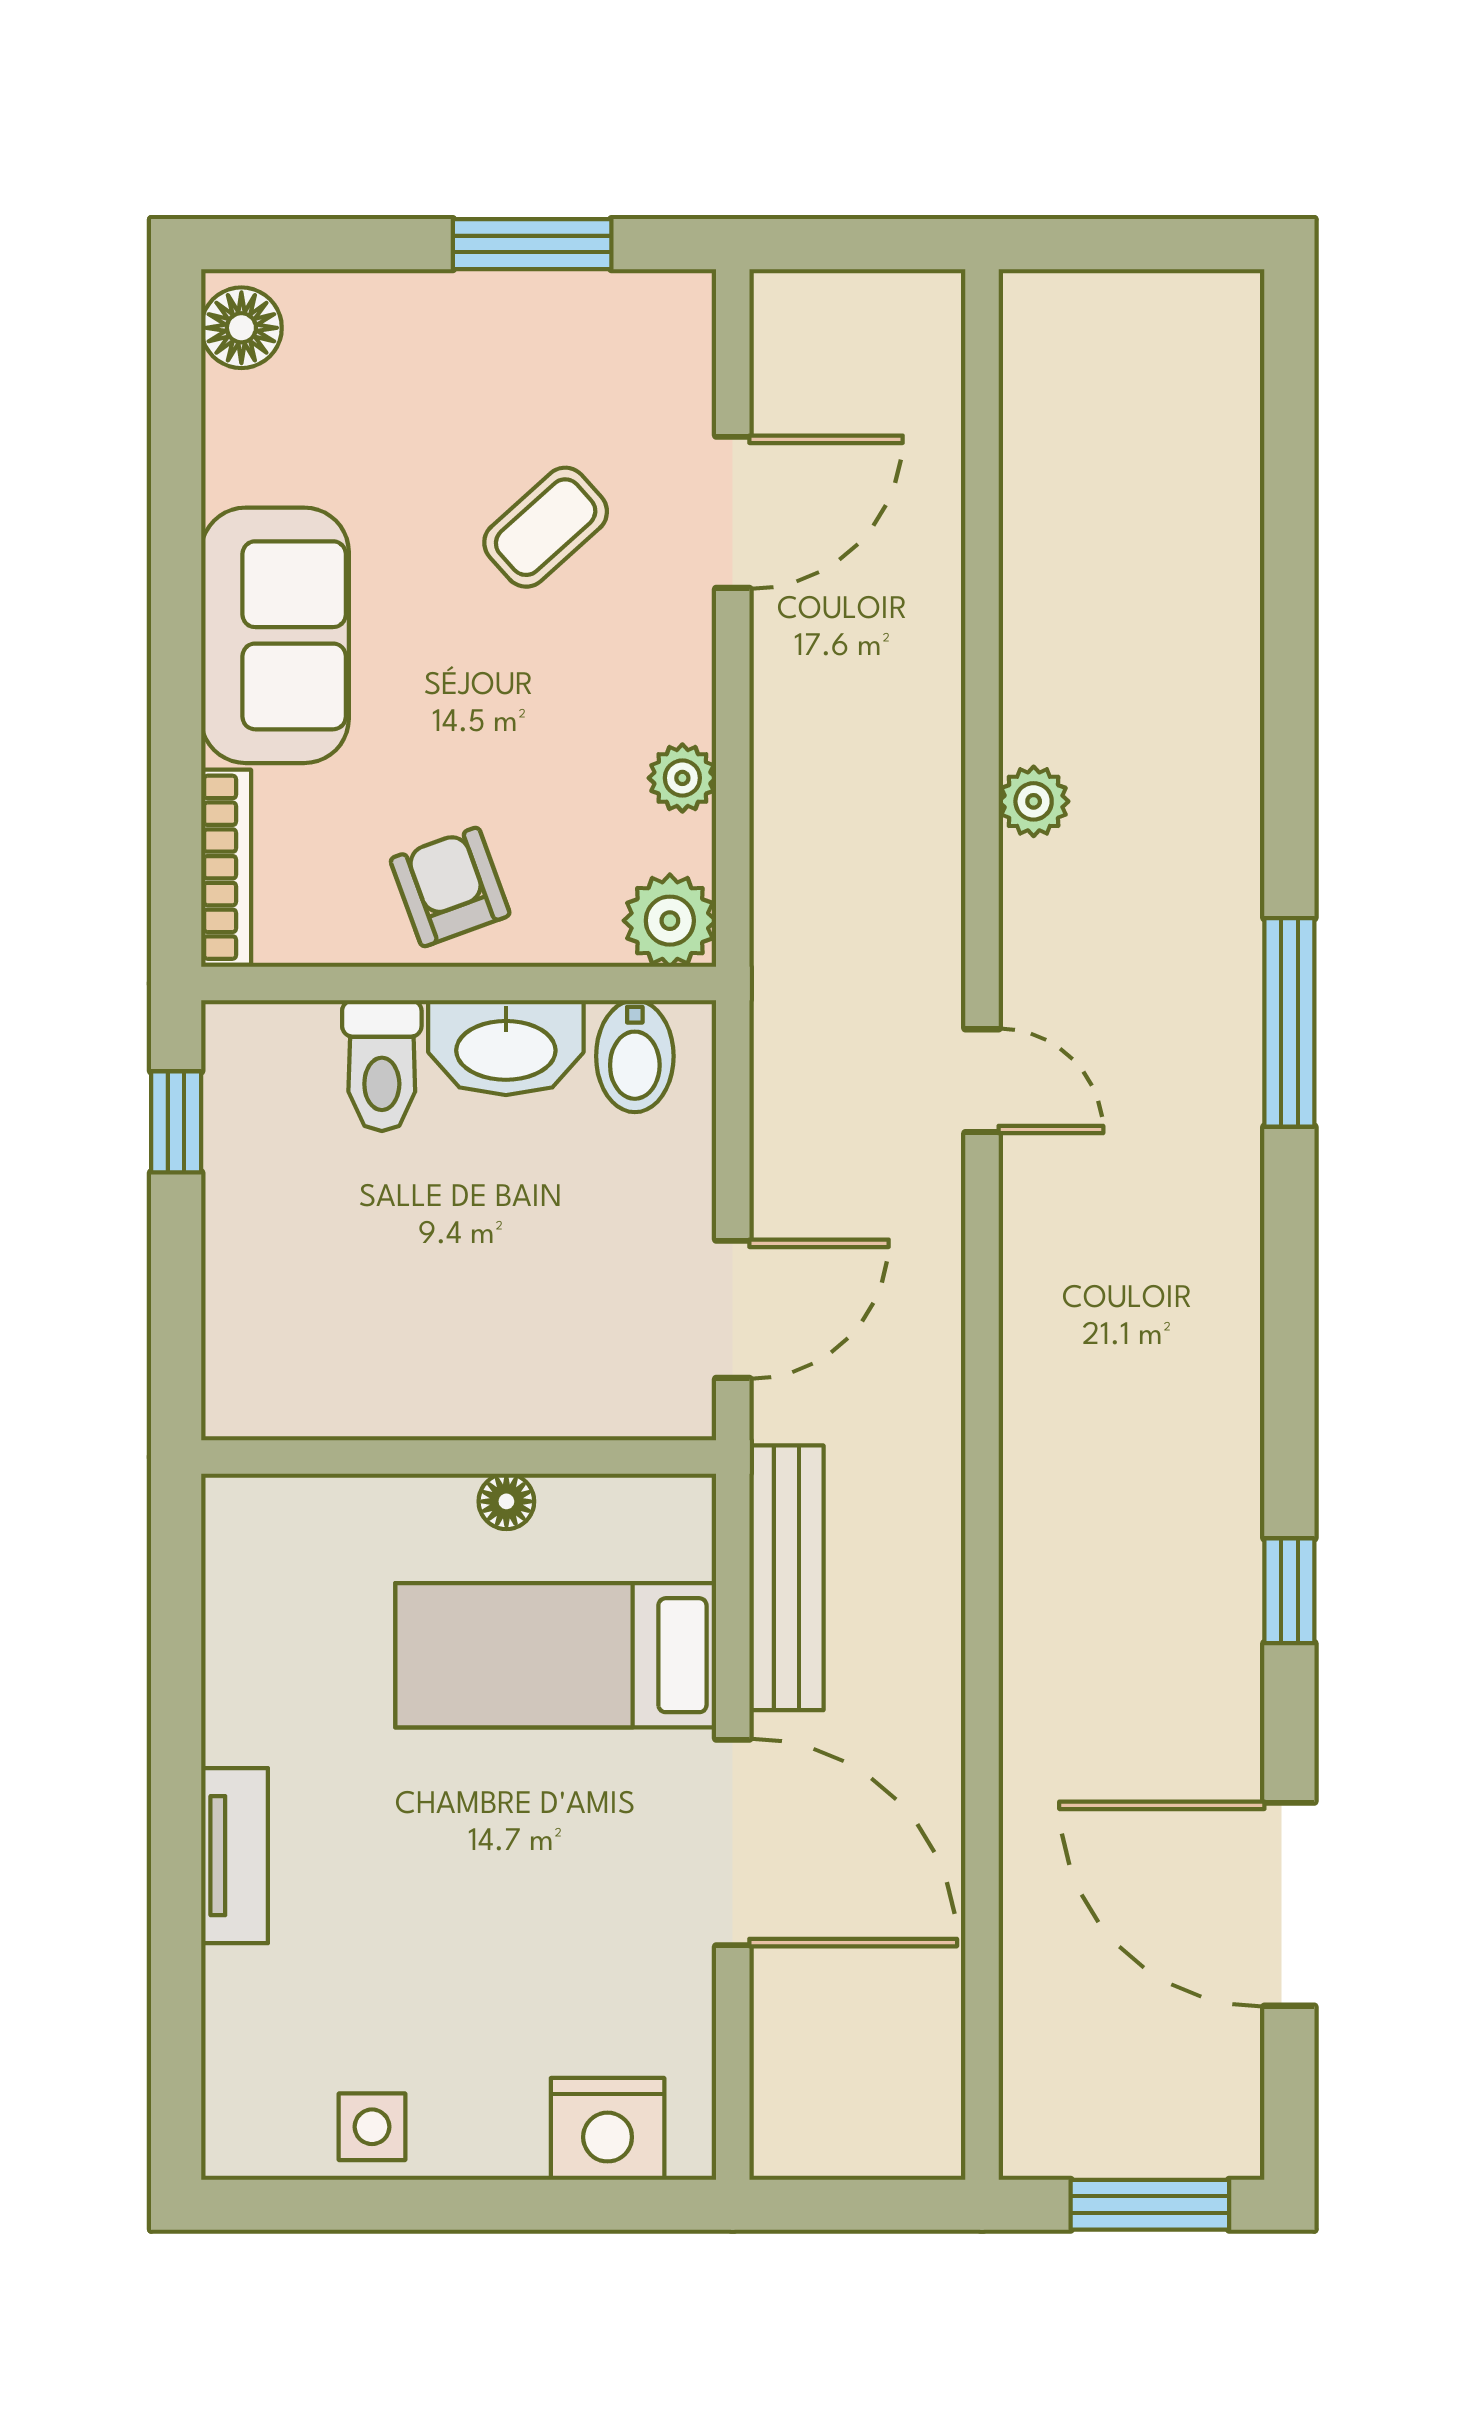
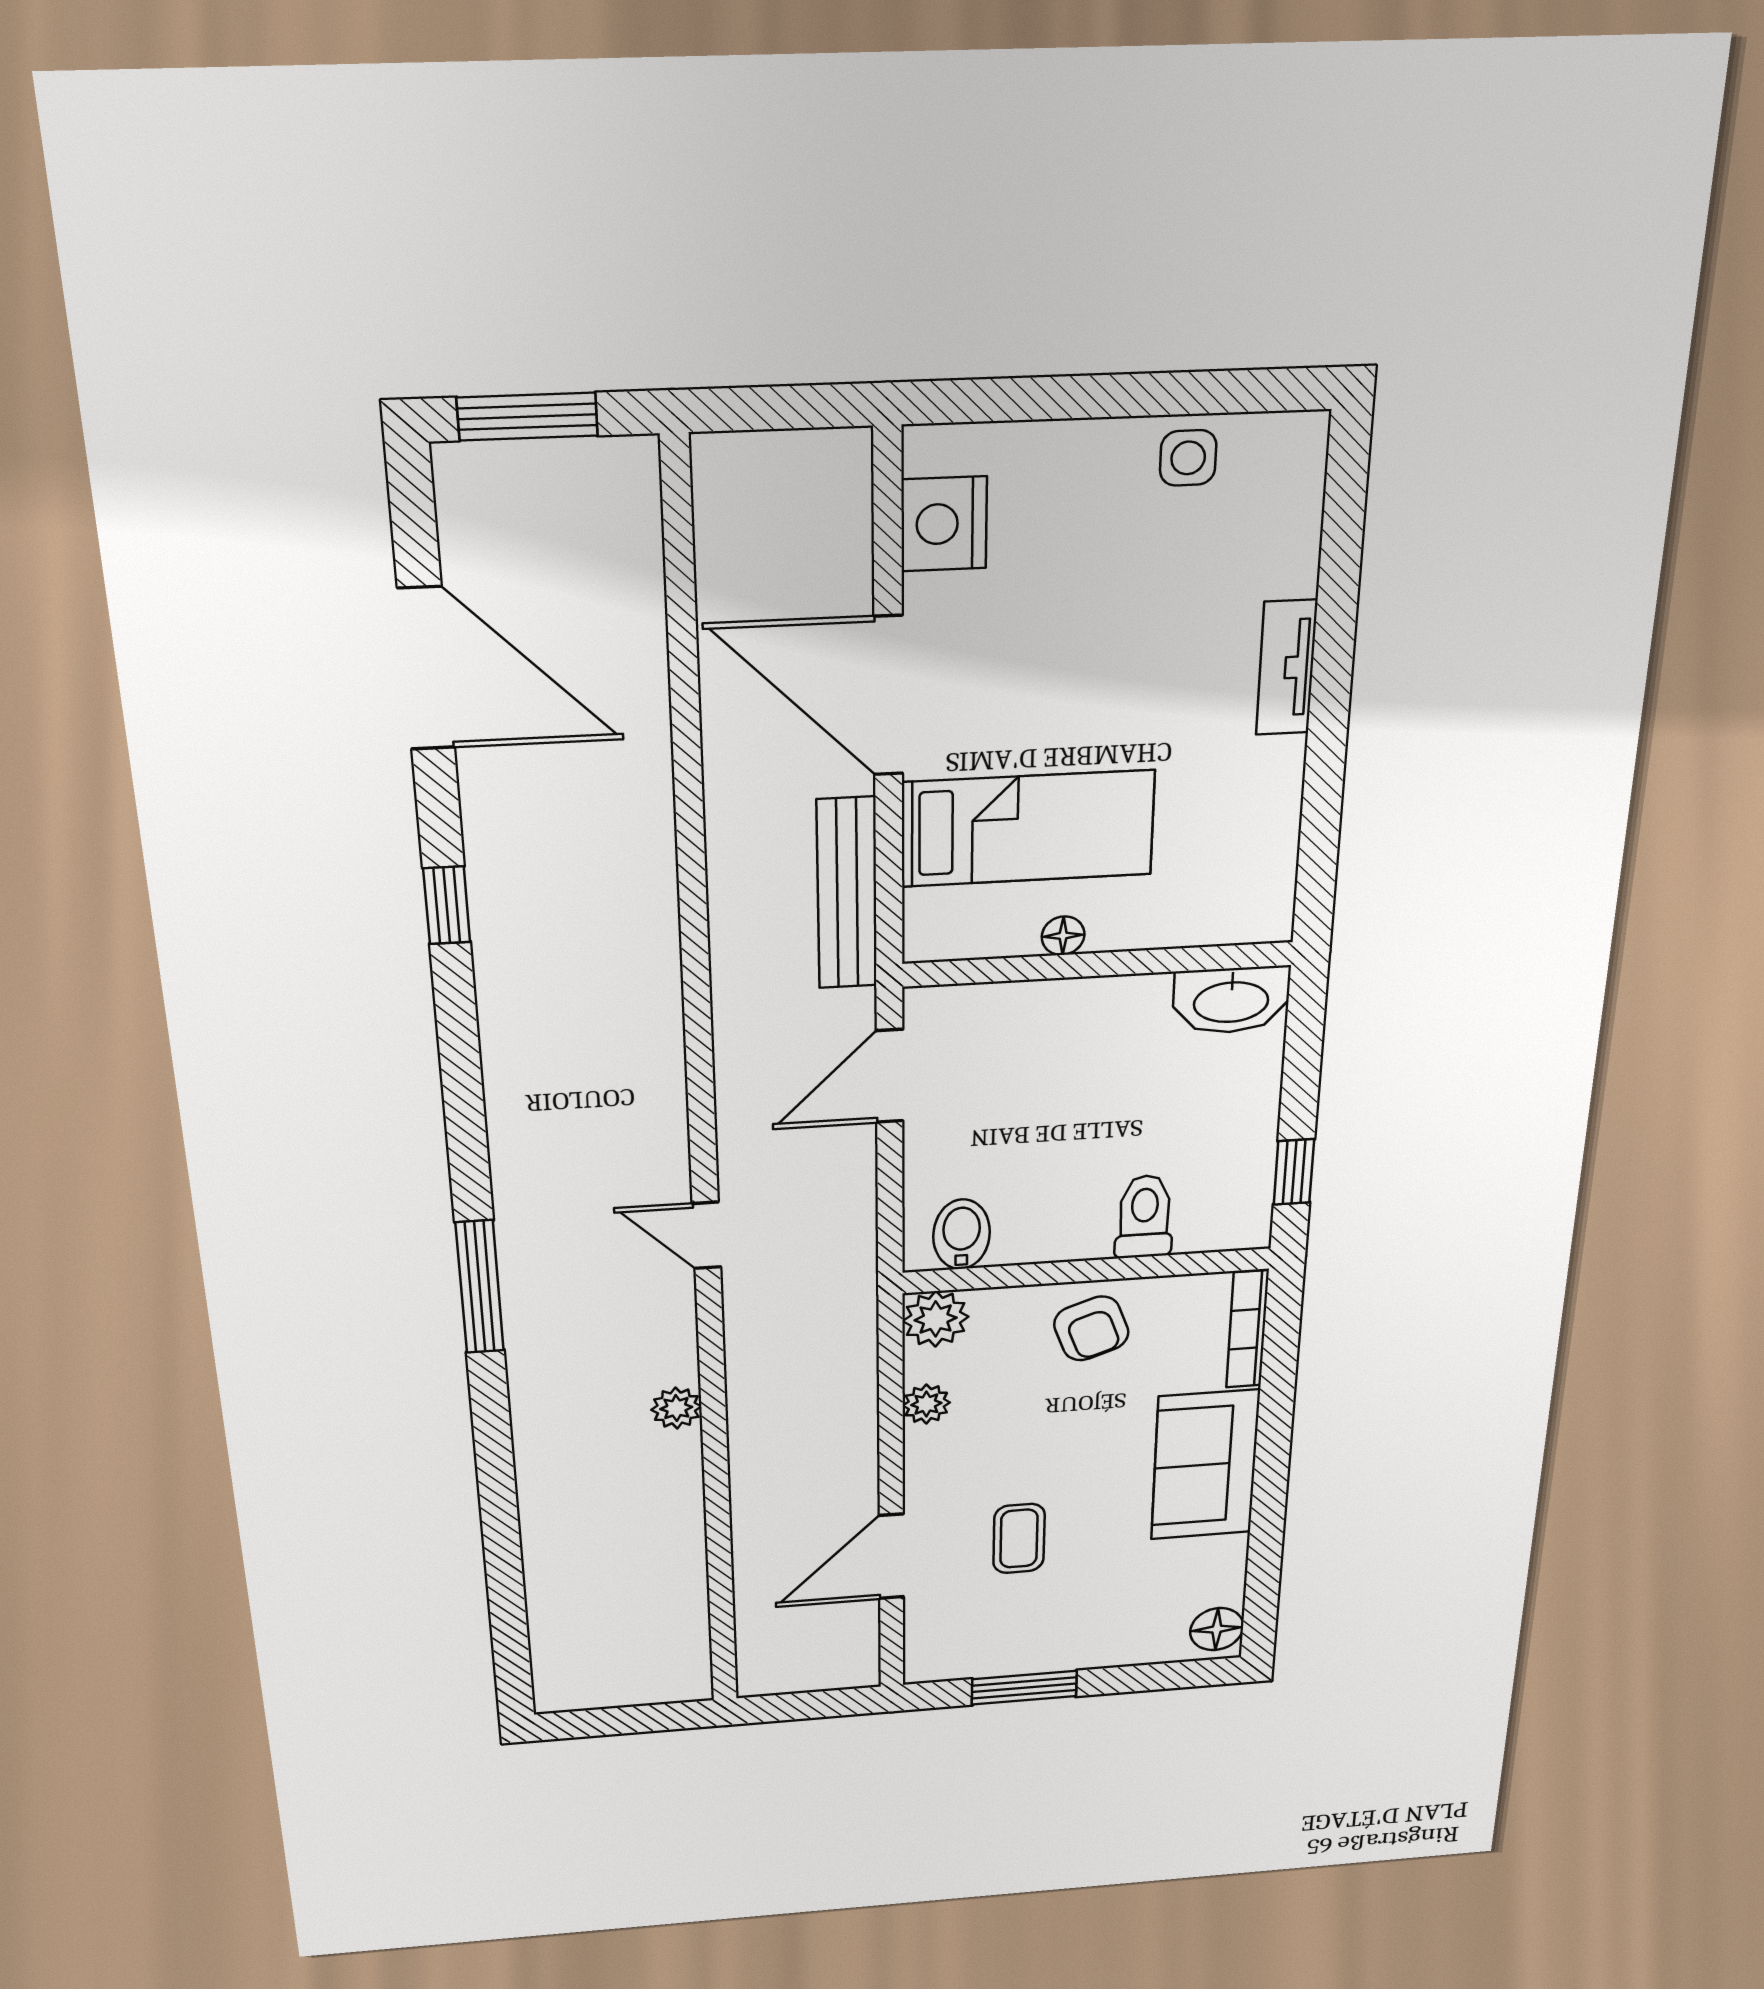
coffee table: (546, 527) -> (1019, 1539), turned -48
washbasin: (506, 1048) -> (1231, 1000), moved, turned 180
nightstand: (608, 2129) -> (944, 524), moved, turned -90

